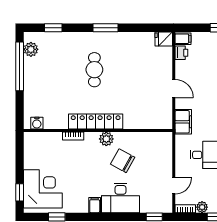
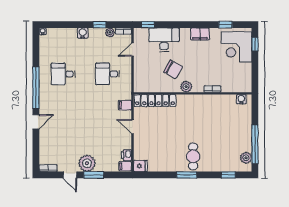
cafe table: (94, 70) -> (193, 156), moved
locker: (96, 121) -> (155, 100), moved
filing cabinet: (183, 122) -> (125, 105), width x0.50
desk: (120, 198) -> (164, 40), moved
filing cabinet: (95, 205) -> (200, 34), width x2.00

